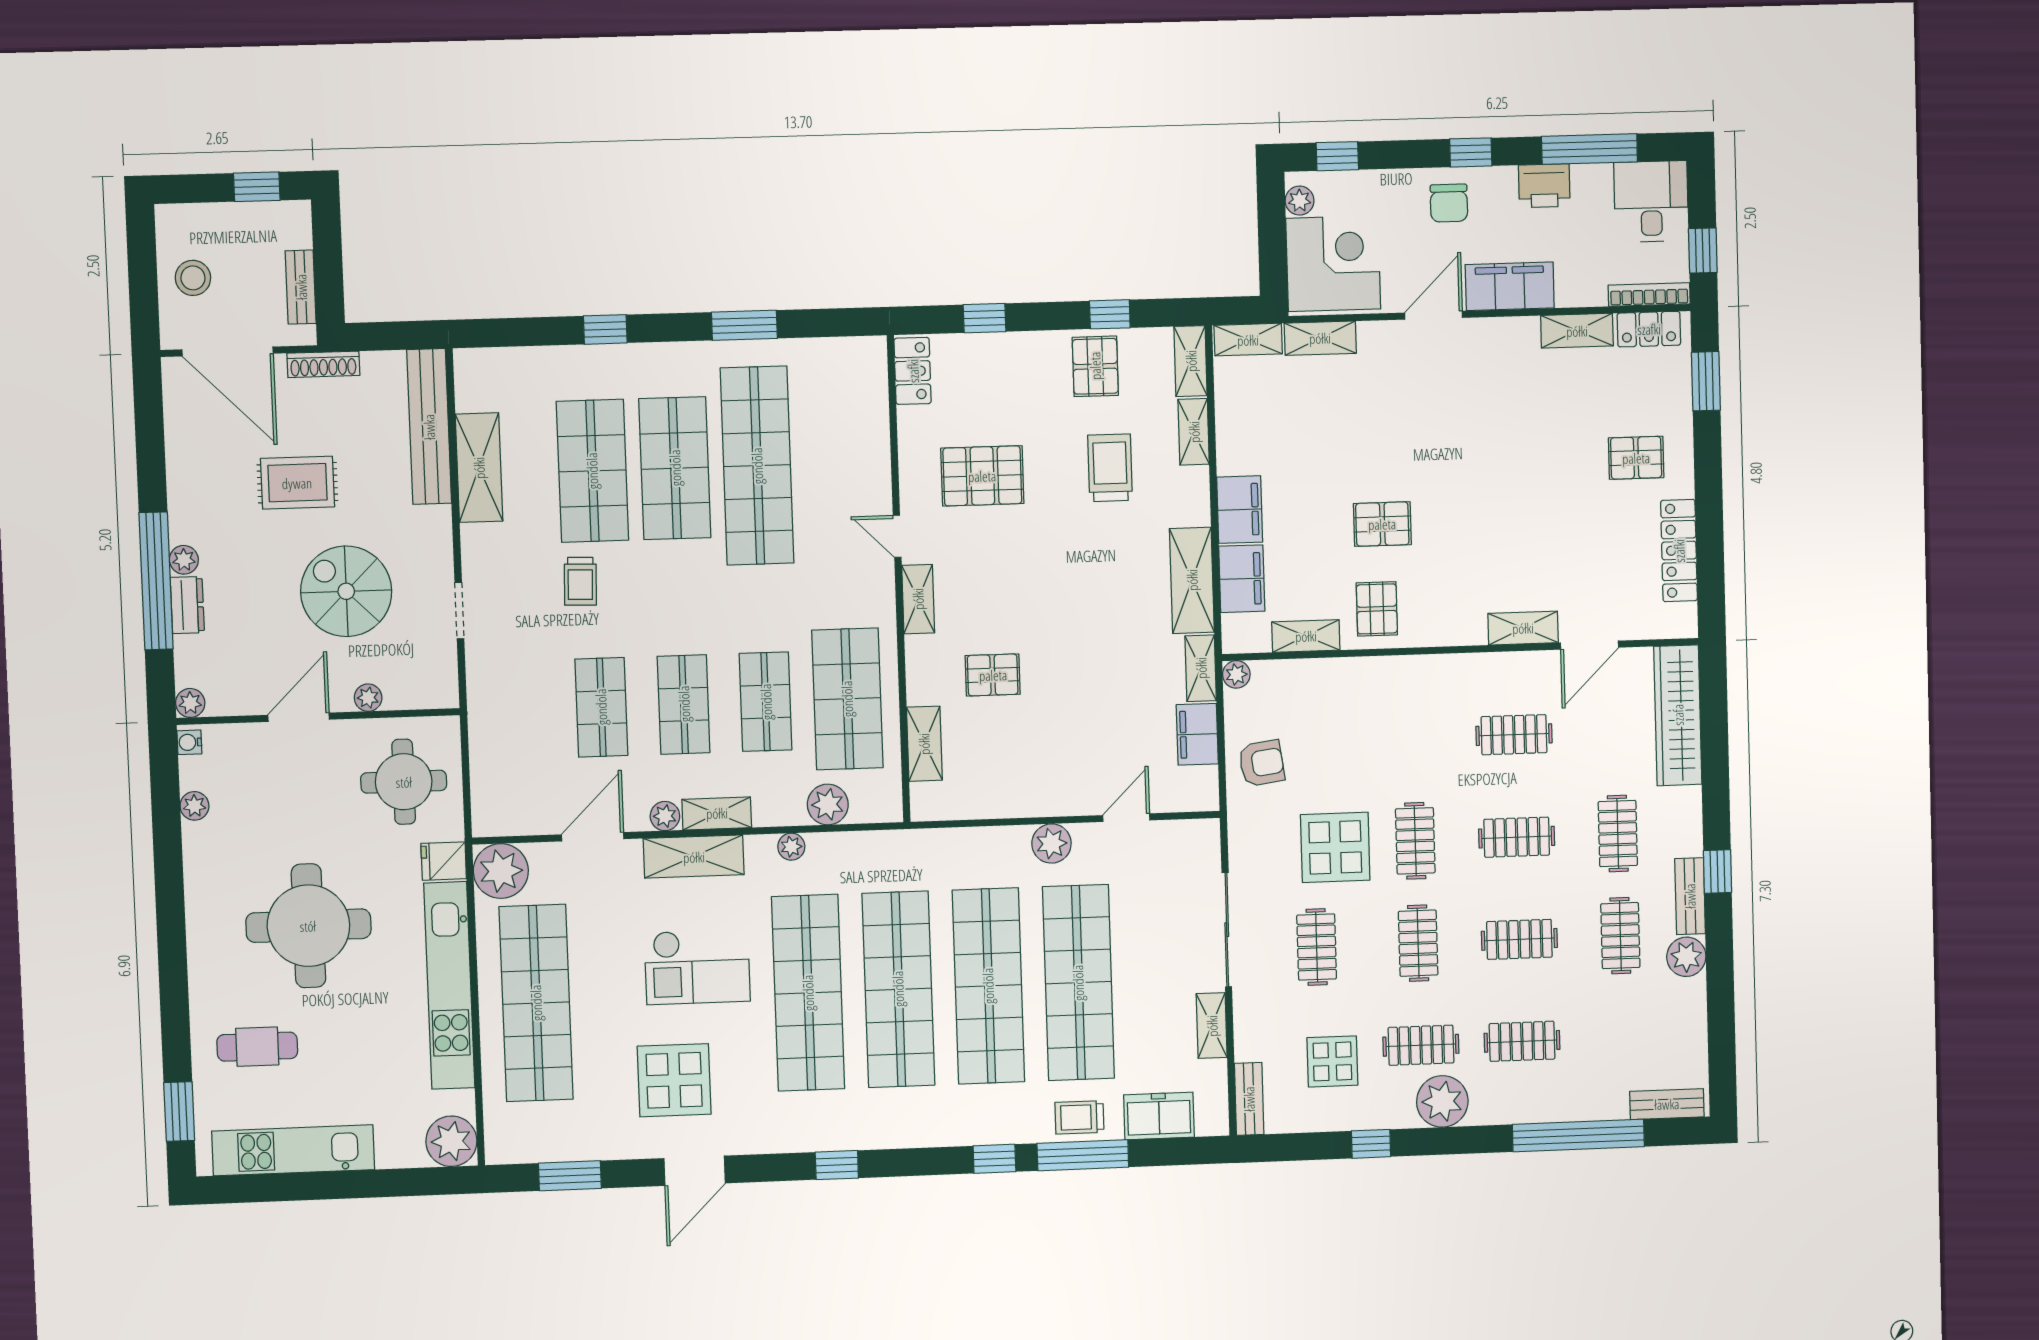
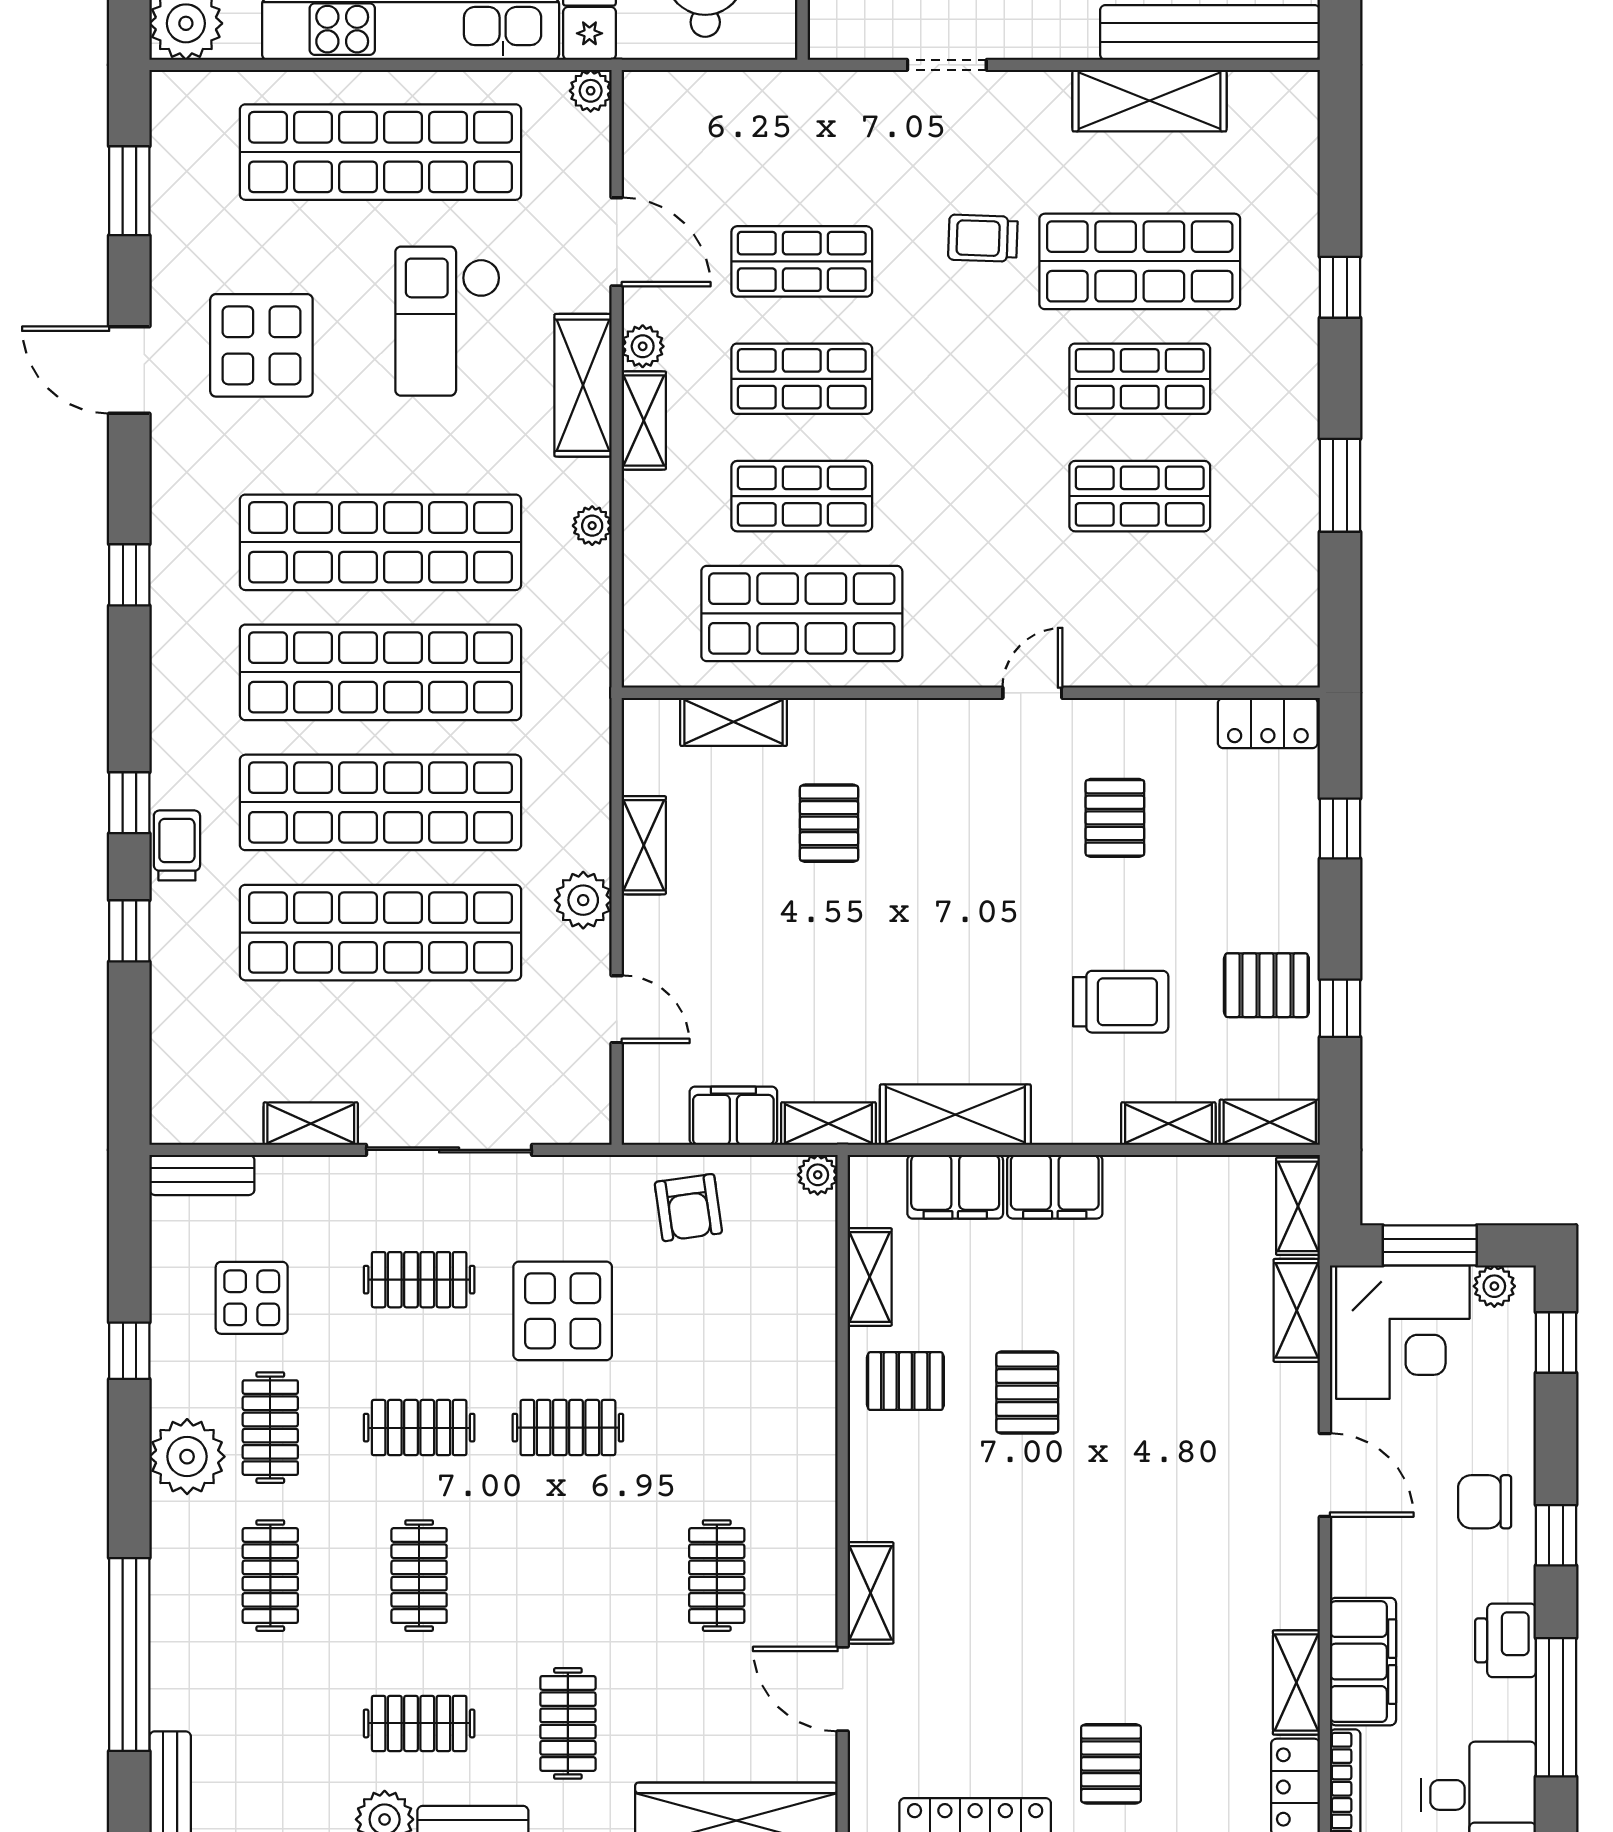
window: (1273, 247) -> (1430, 1245), added
filing cabinet: (1510, 286) -> (1363, 1662), moved
shop shelf: (757, 466) -> (1140, 496), width x0.50, depth x0.74
shop shelf: (675, 468) -> (1140, 379), width x0.70, depth x0.74
pallet: (982, 476) -> (1115, 818), width x0.67, depth x0.71
shelving: (918, 599) -> (644, 845), moved, turned 90
plant: (828, 804) -> (651, 580), removed
clothes rail: (1618, 833) -> (568, 1723), turned 90
clothes rail: (1517, 837) -> (568, 1576), removed
plant: (501, 871) -> (591, 91), width x0.53, depth x0.53
checkout: (697, 967) -> (448, 321), moved
freezer: (1159, 1116) -> (182, 1043), removed
trolley: (1079, 1117) -> (177, 845), moved
window: (1083, 1155) -> (129, 931), width x0.46

